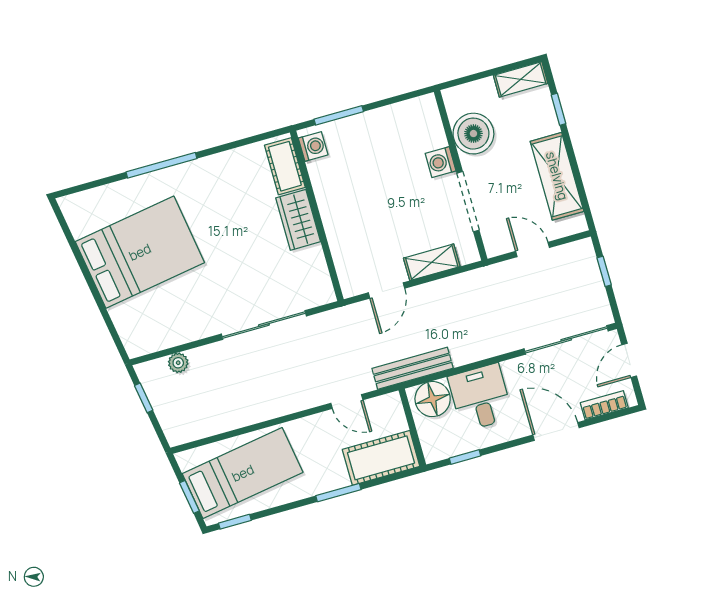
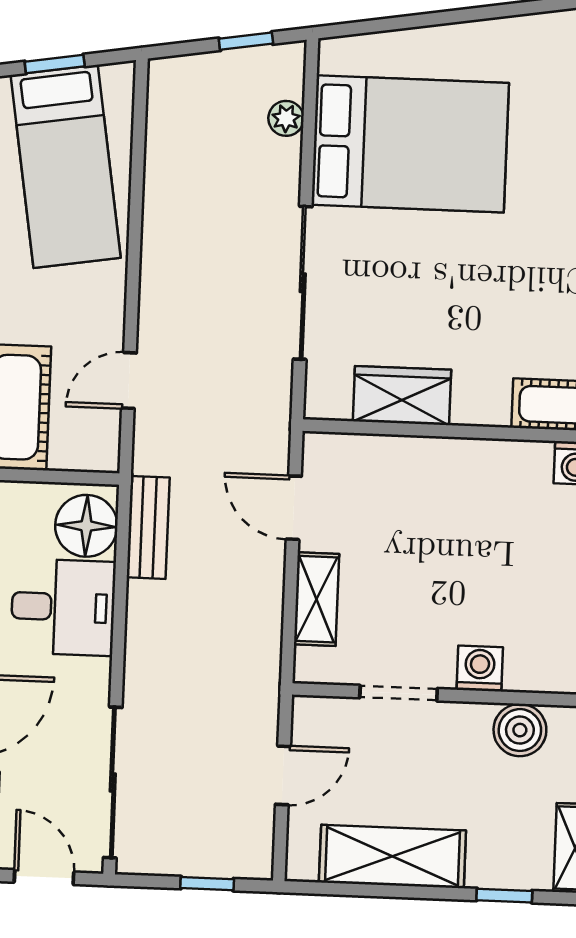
boiler: (473, 134) -> (520, 730), width x0.73, depth x0.73
doorway: (468, 202) -> (399, 693), width x0.73
wardrobe: (298, 220) -> (402, 396), moved
bed: (140, 252) -> (410, 144), moved, turned -81
bench: (413, 368) -> (148, 527), width x0.73

